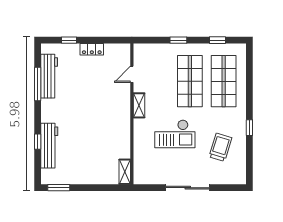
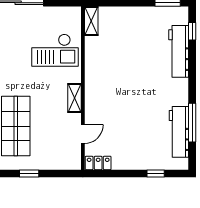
locker: (92, 49) -> (98, 163), moved
checkout: (175, 134) -> (55, 50), moved, turned 180
window: (38, 142) -> (192, 31), moved

